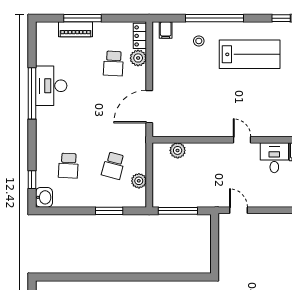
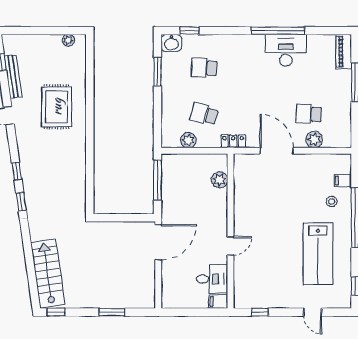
piano: (76, 29) -> (344, 52), moved
filing cabinet: (166, 30) -> (343, 181), moved
locker: (140, 36) -> (233, 141), moved
door: (149, 107) -> (277, 151), moved
door: (238, 210) -> (158, 242), width x1.88
window: (109, 211) -> (158, 72), moved

